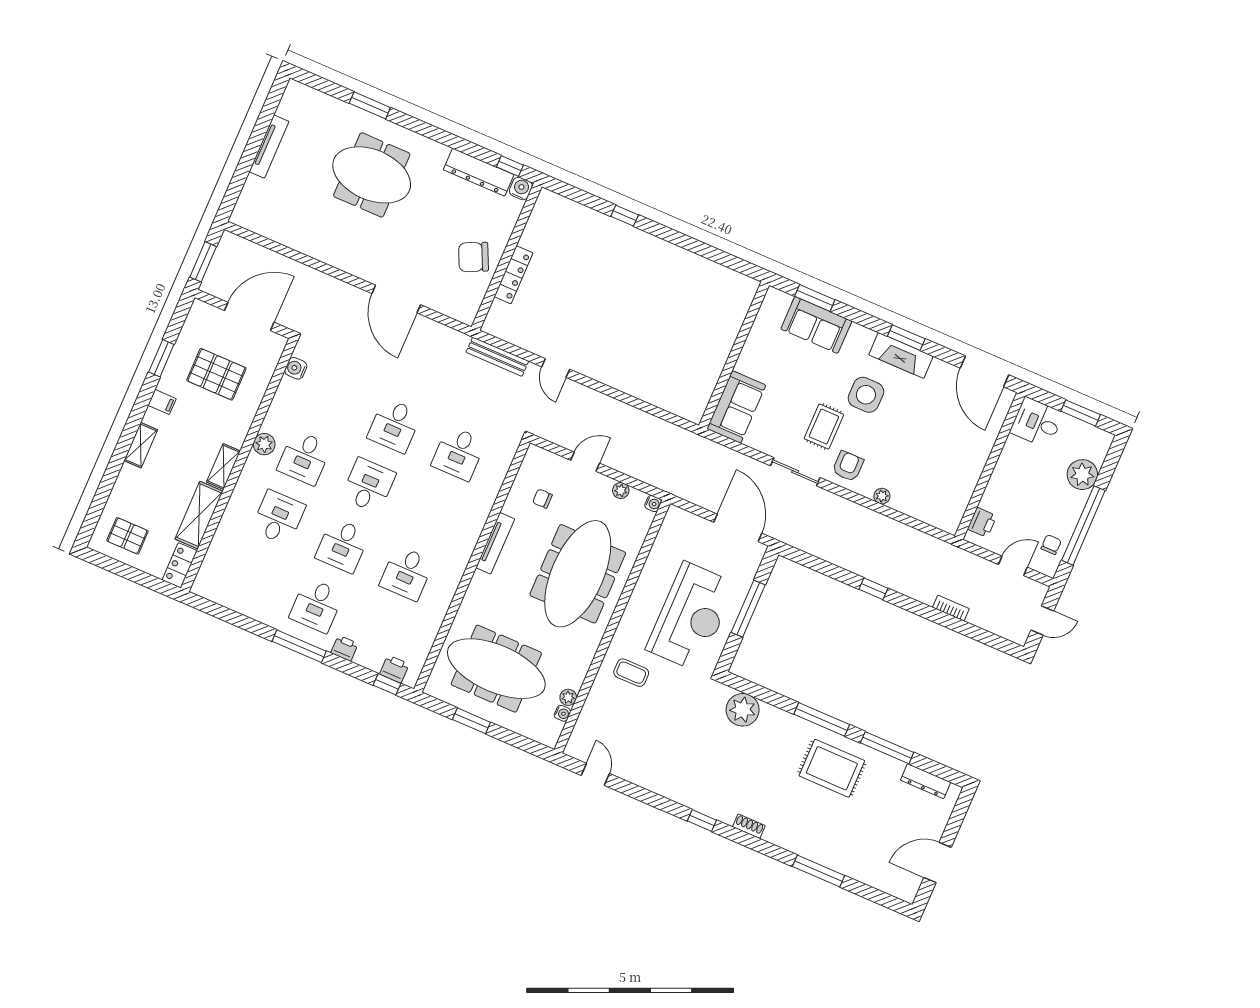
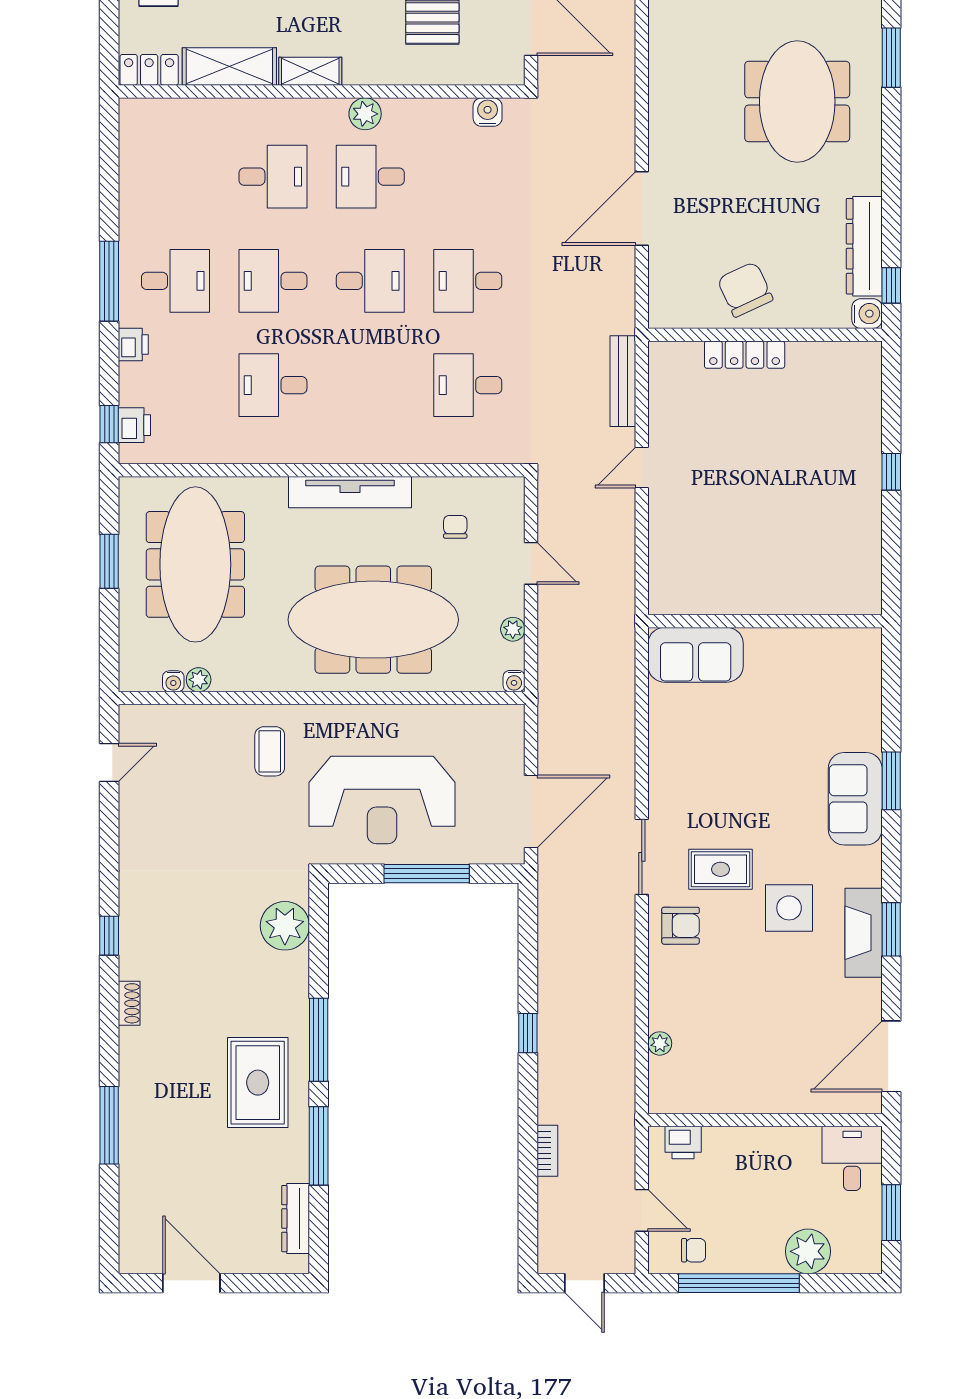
wall: (734, 355) -> (765, 621), moved
sofa: (736, 407) -> (696, 655), moved
plant: (882, 496) -> (660, 1043), moved
tv unit: (495, 543) -> (350, 492), width x1.36, depth x1.29
desk: (317, 605) -> (175, 281), turned 180

